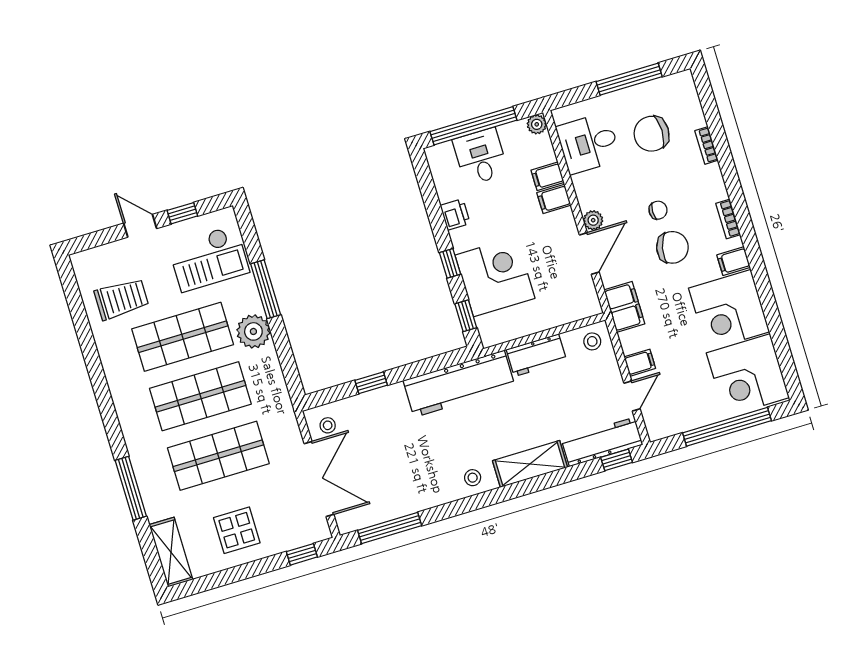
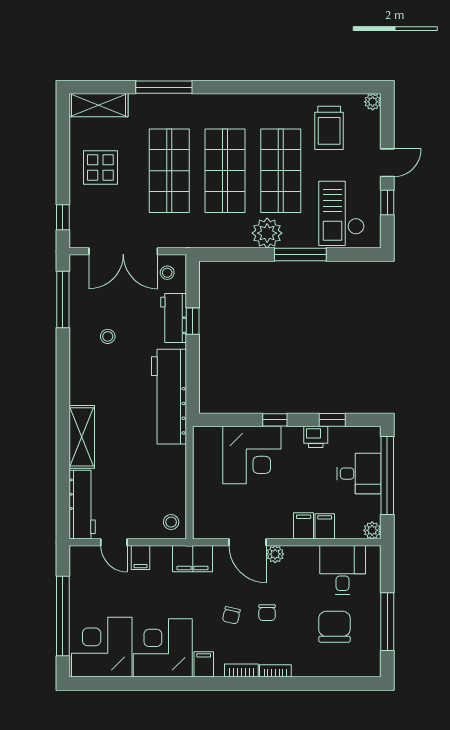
bookcase: (706, 145) -> (275, 671), moved
chair: (672, 247) -> (231, 615), width x0.54, depth x0.54
plant: (80, 261) -> (373, 102), added
window: (466, 316) -> (332, 420), moved
workbench: (536, 355) -> (174, 318), moved
window: (617, 460) -> (63, 512), removed
stool: (473, 478) -> (108, 336), moved

